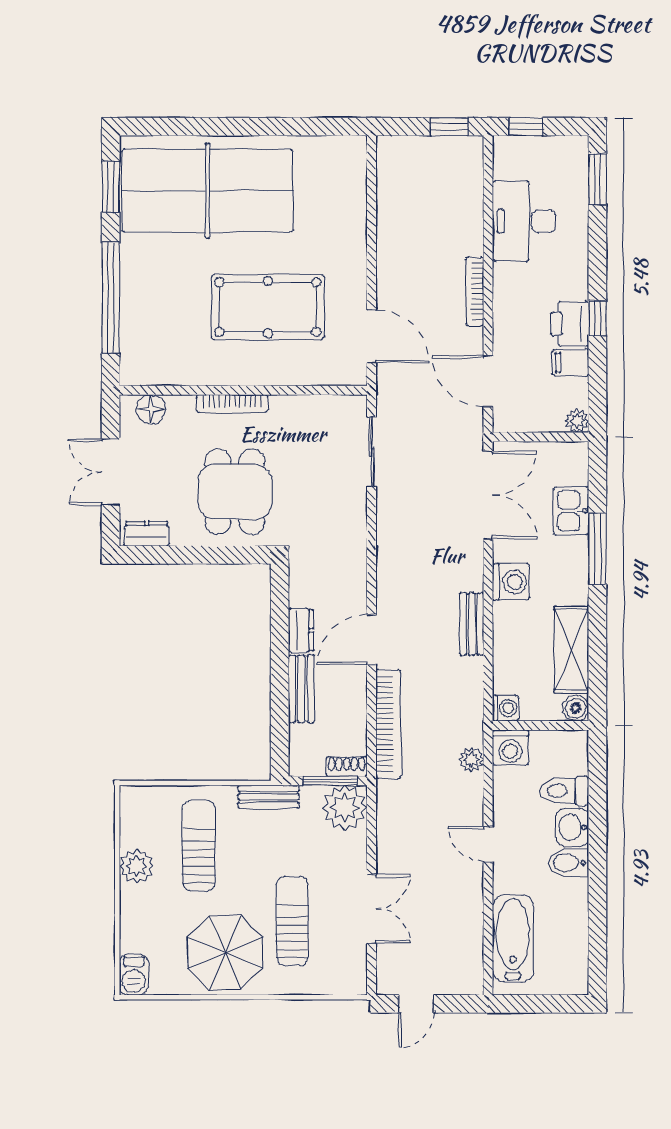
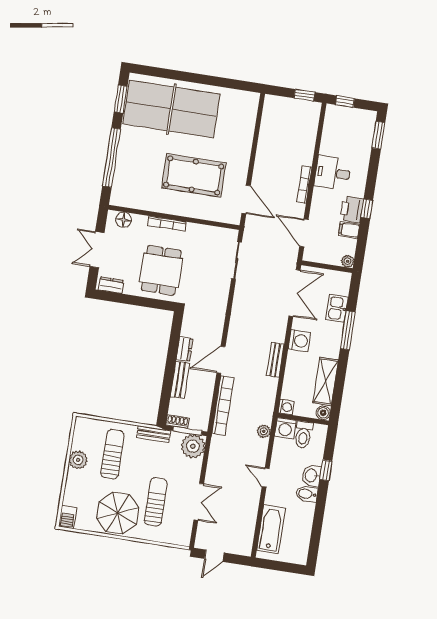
desk: (524, 221) -> (333, 173), moved, width x0.73
shoe rack: (347, 766) -> (177, 422), moved
toilet: (564, 791) -> (303, 435), moved, turned -90
window: (597, 813) -> (326, 470), added

